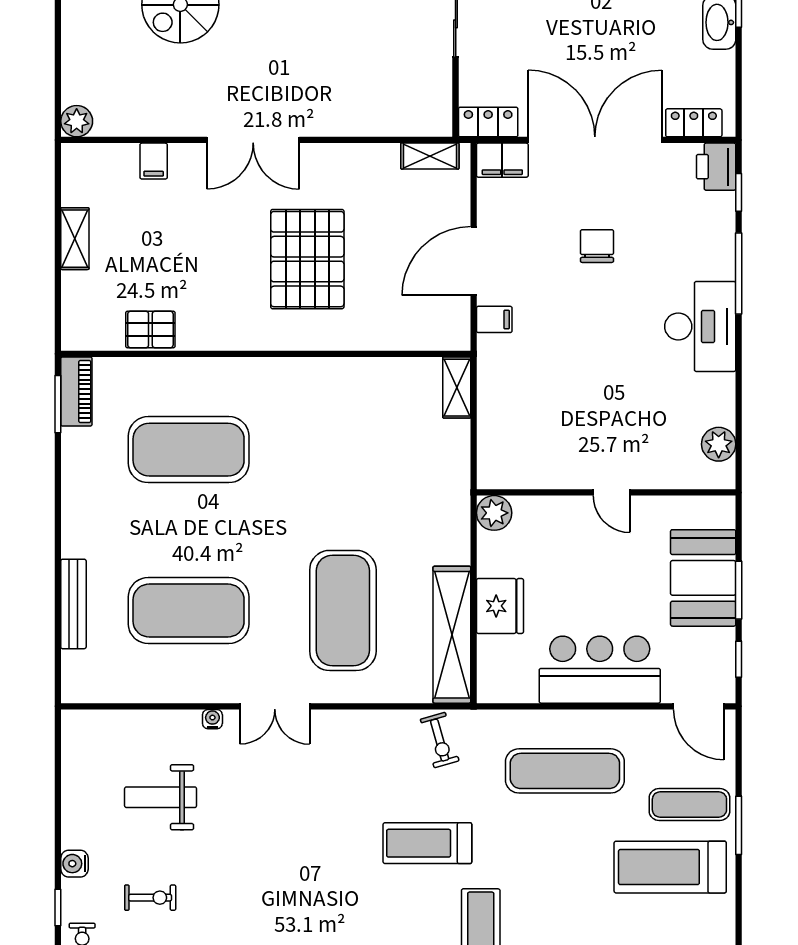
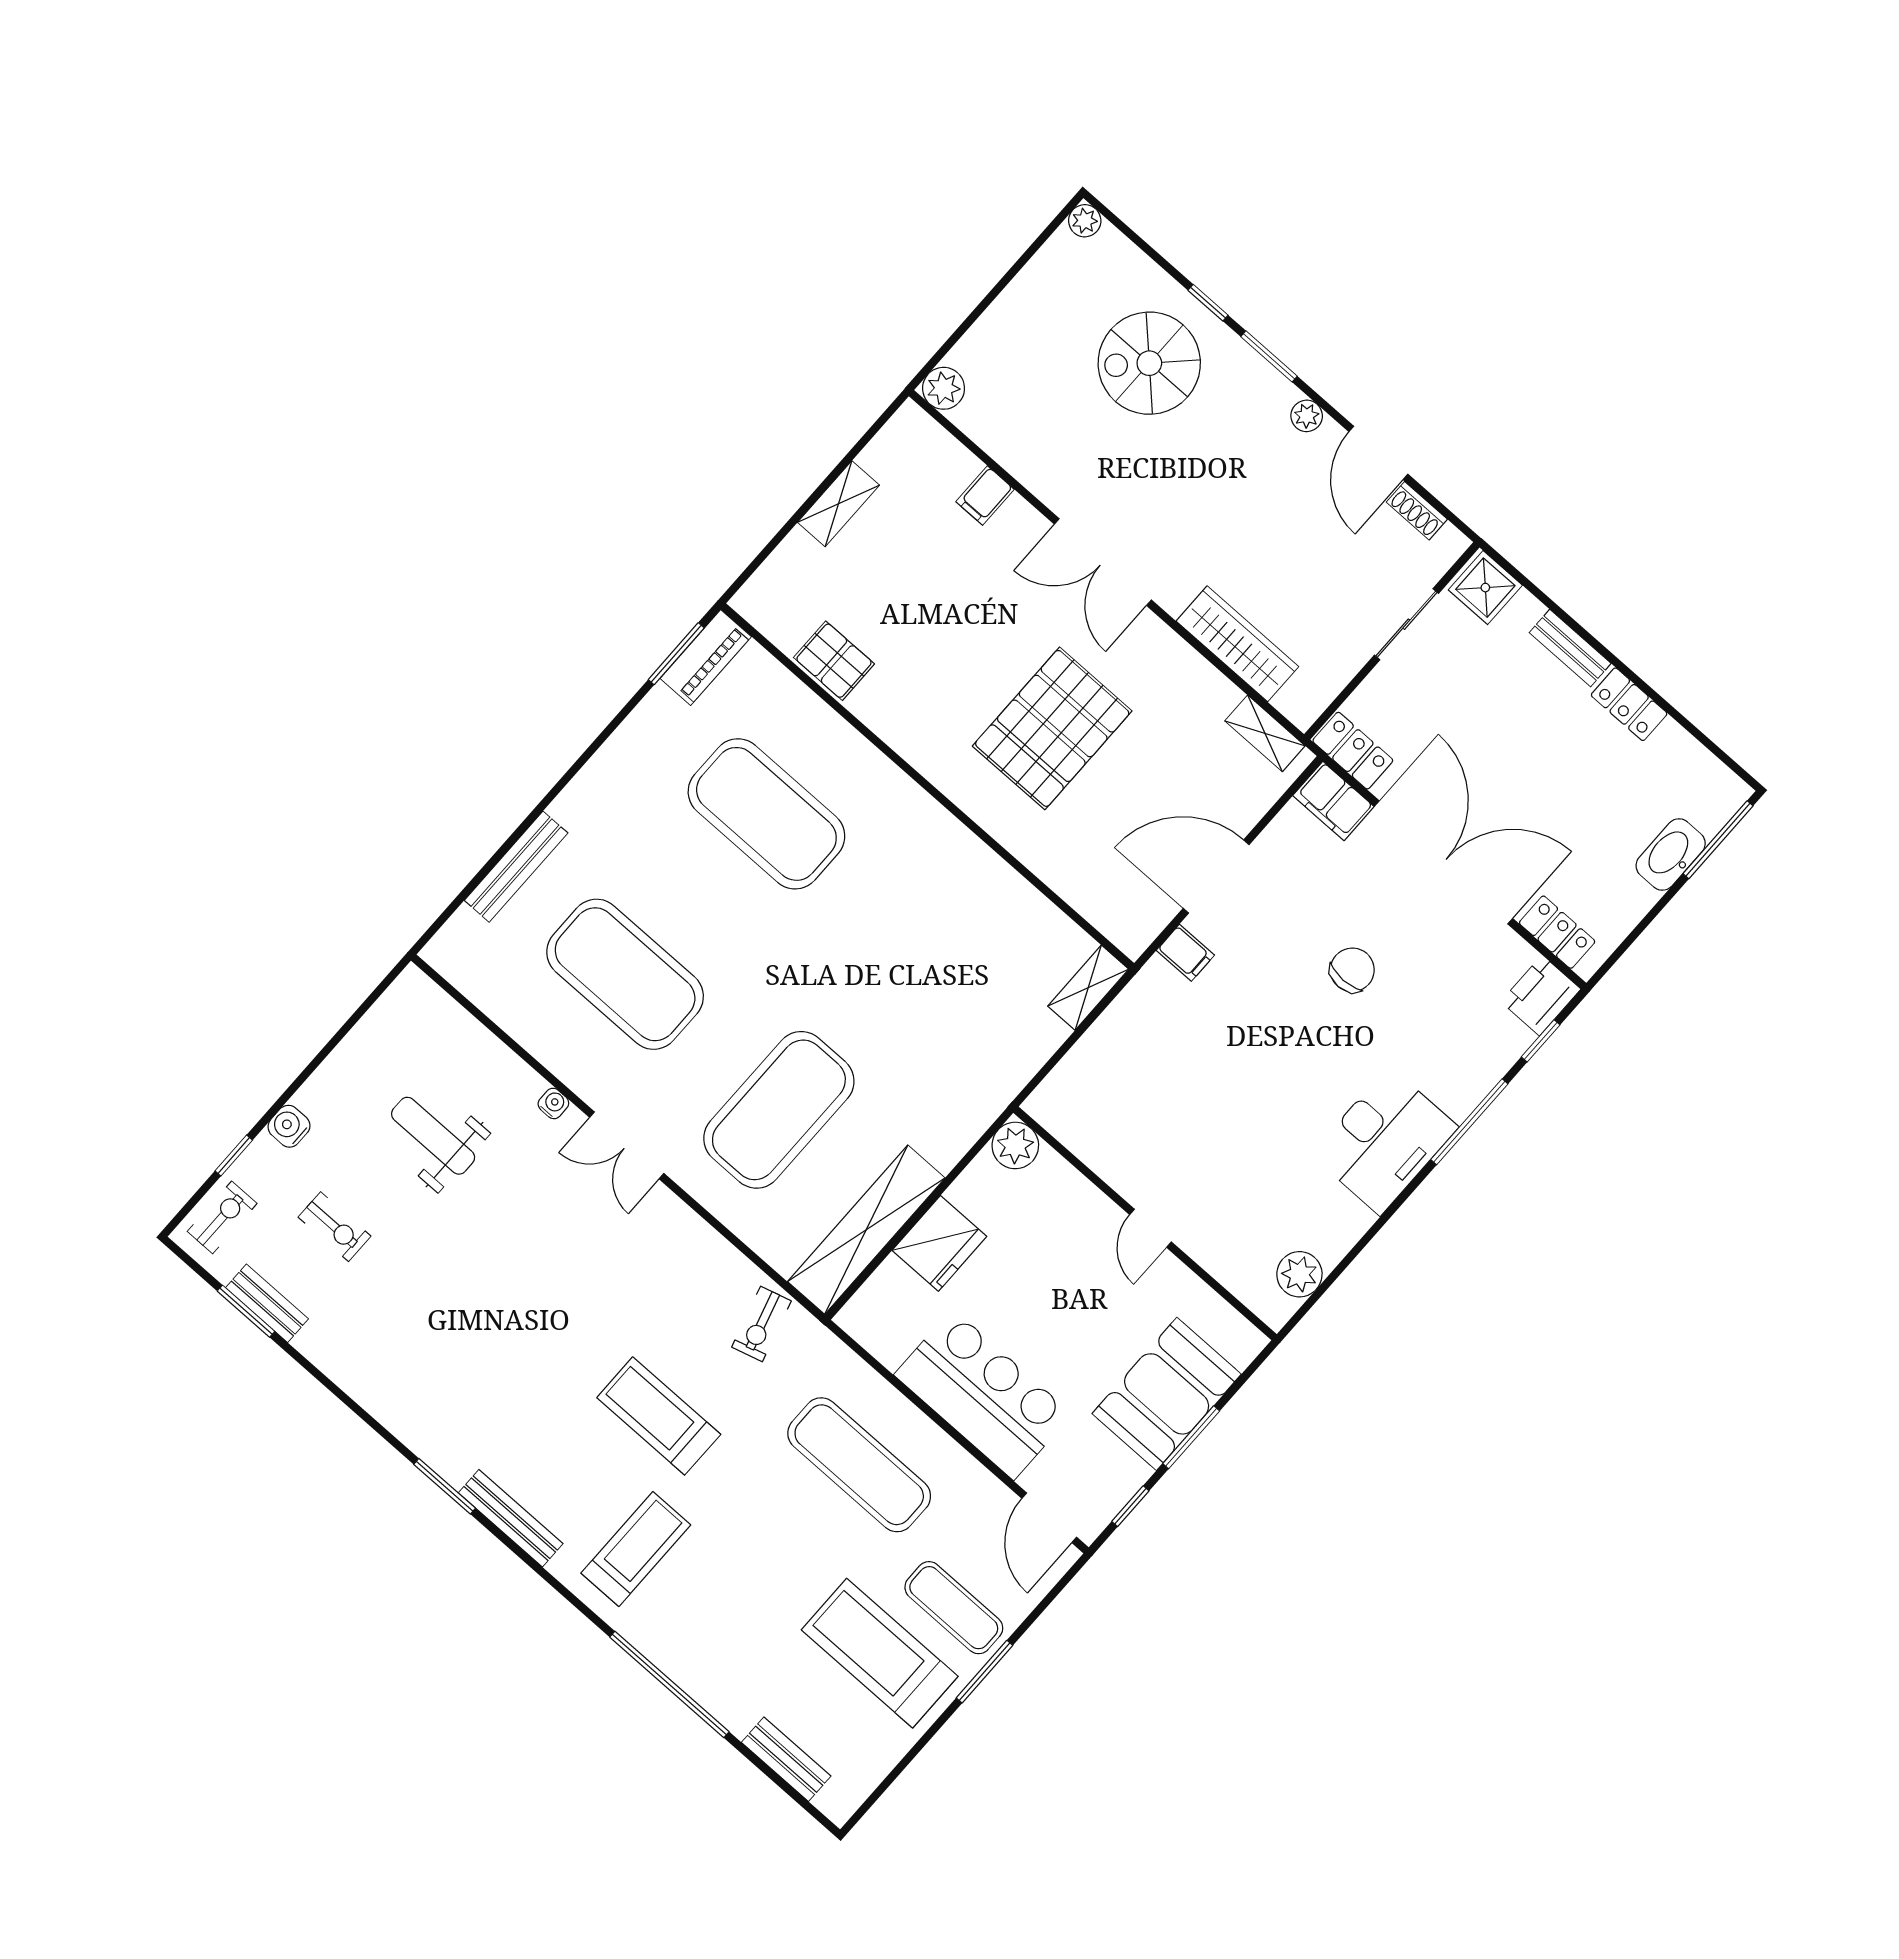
wardrobe: (370, 119) -> (1237, 644), added

